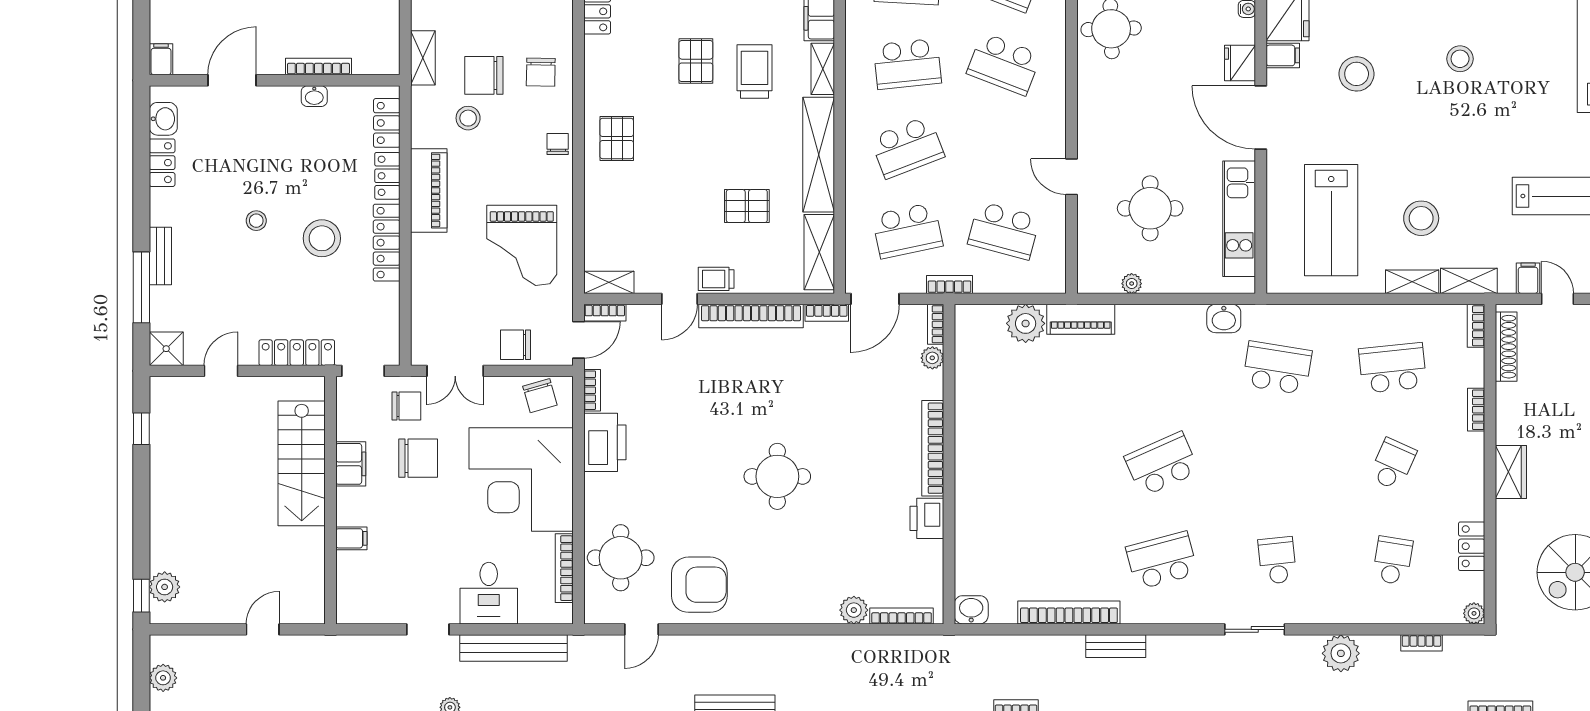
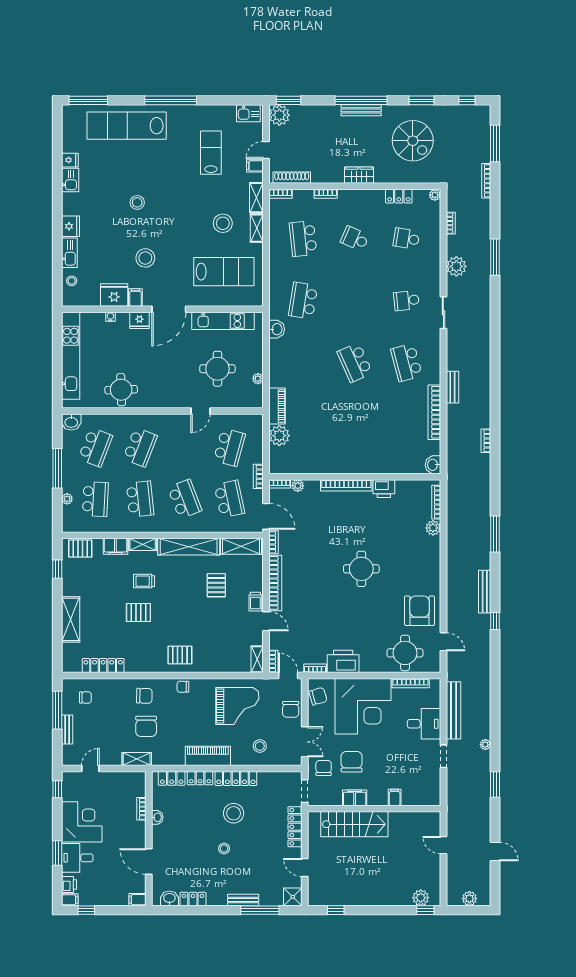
bookcase: (318, 67) -> (141, 809), width x0.64
trolley: (754, 72) -> (144, 581), width x0.73, depth x0.72
stool: (468, 118) -> (260, 746), moved

